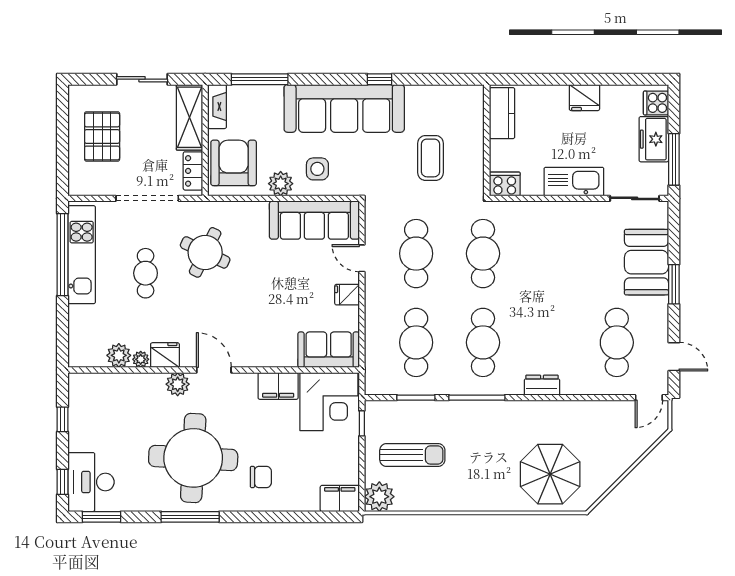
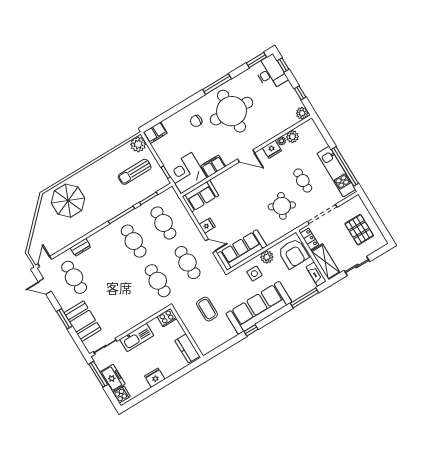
plant: (178, 384) -> (302, 113), moved
dresser: (542, 385) -> (81, 247), moved

